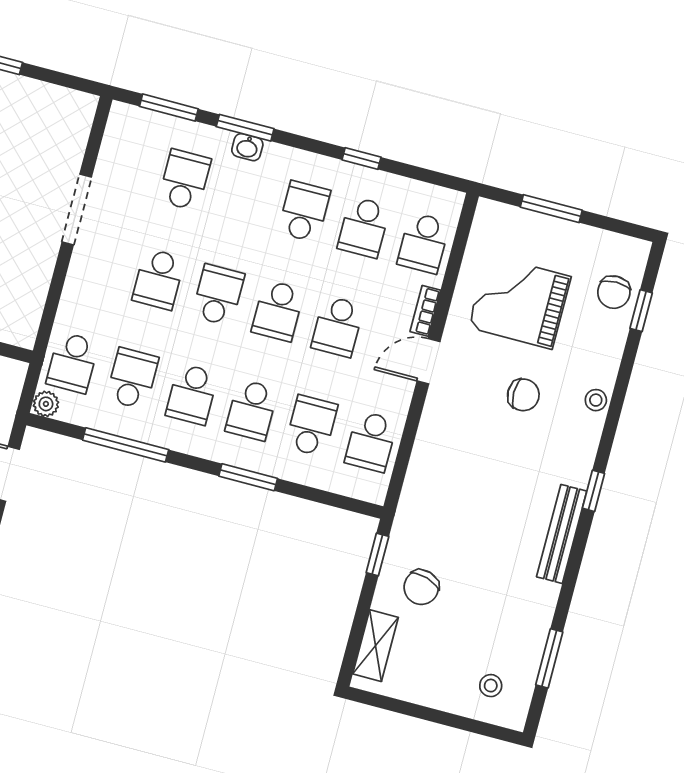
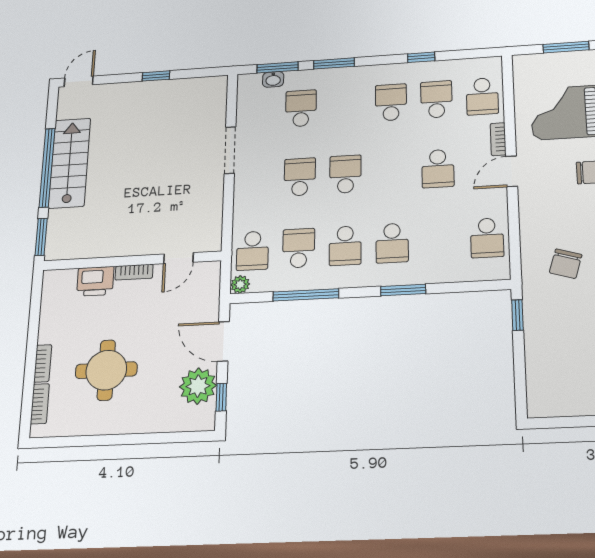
washbasin: (247, 147) -> (273, 79), moved
school desk: (364, 227) -> (436, 99), turned 180
school desk: (158, 279) -> (300, 177), turned 180
school desk: (278, 311) -> (391, 171), removed
school desk: (311, 426) -> (439, 240), removed
chair: (421, 587) -> (566, 264), moved
shelving: (375, 646) -> (538, 382), removed

